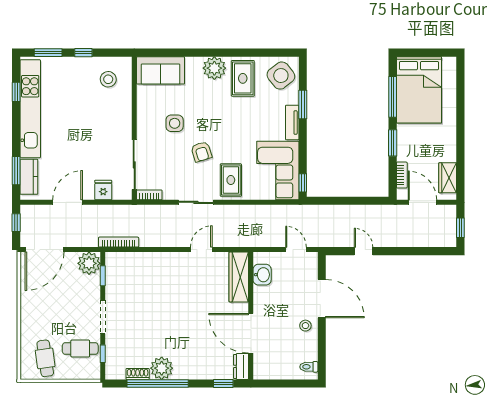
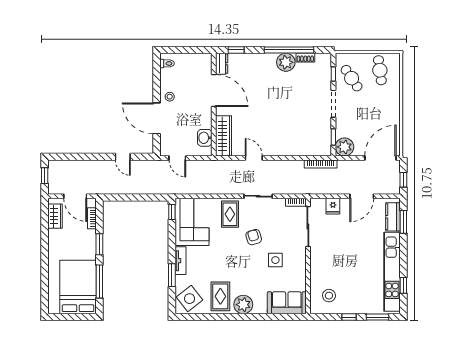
door: (201, 250) -> (254, 158), swing flipped
cafe table: (80, 349) -> (352, 78), turned 56

